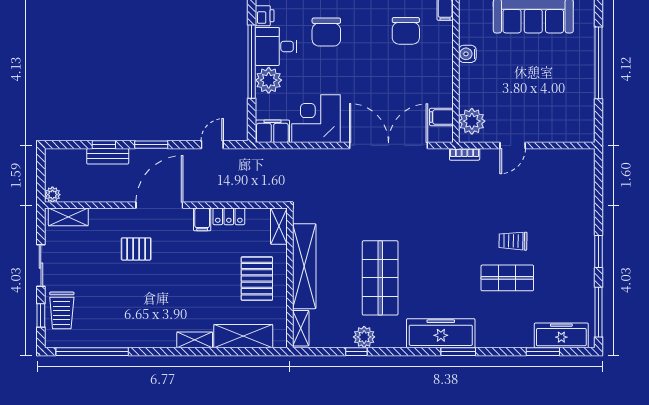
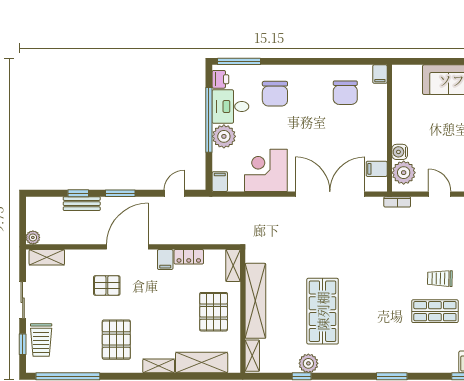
water cooler: (467, 54) -> (400, 152), moved
filing cabinet: (272, 131) -> (220, 182), width x0.50
door: (513, 146) -> (440, 194), swing flipped
pallet: (147, 310) -> (116, 340), added
freezer: (441, 333) -> (376, 360), removed

